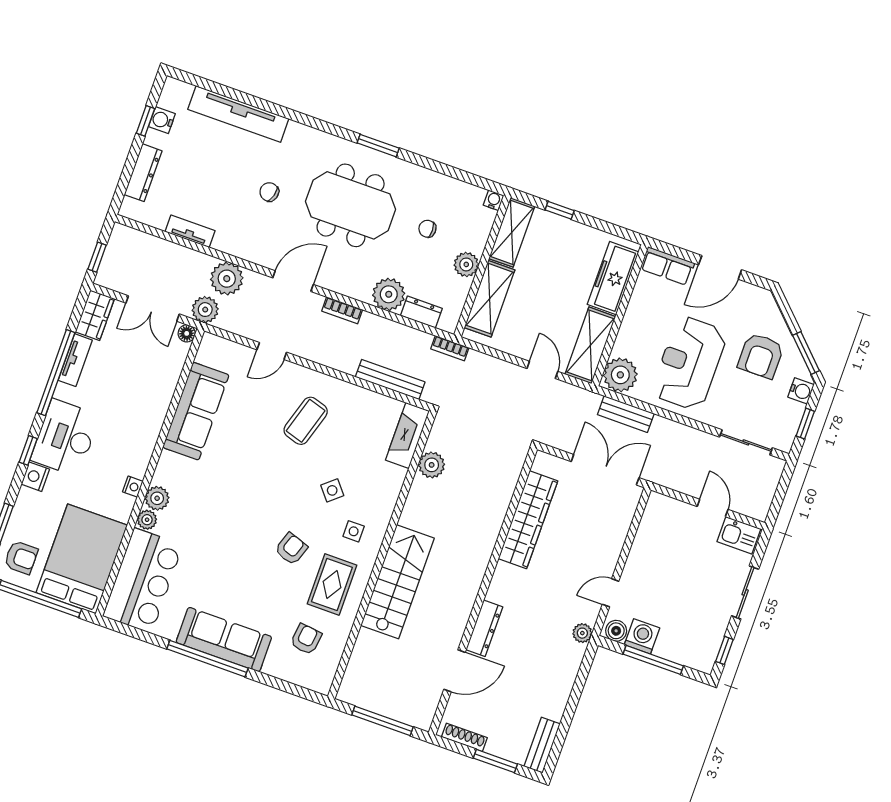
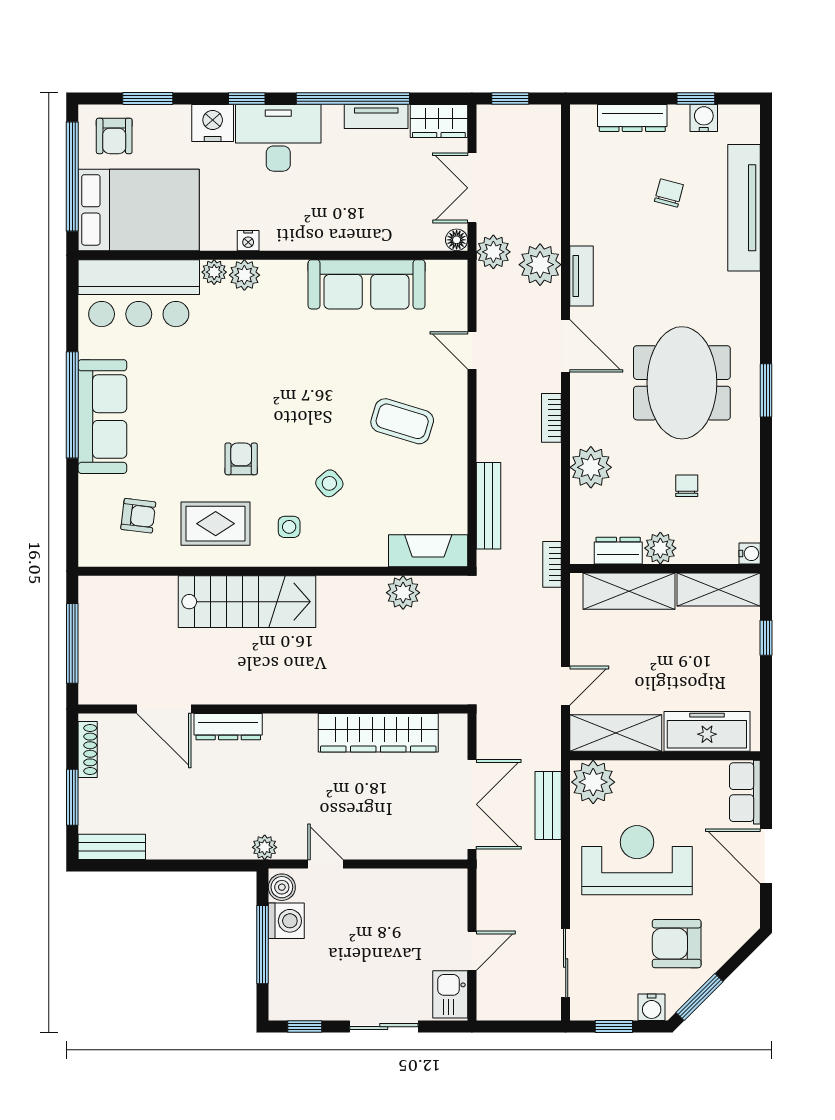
chair: (269, 192) -> (669, 193), moved
tv unit: (190, 231) -> (581, 276), moved
dresser: (421, 312) -> (618, 551), moved, turned -90
nightstand: (35, 477) -> (213, 123), width x1.36, depth x1.33
armchair: (291, 549) -> (241, 459), turned -109

